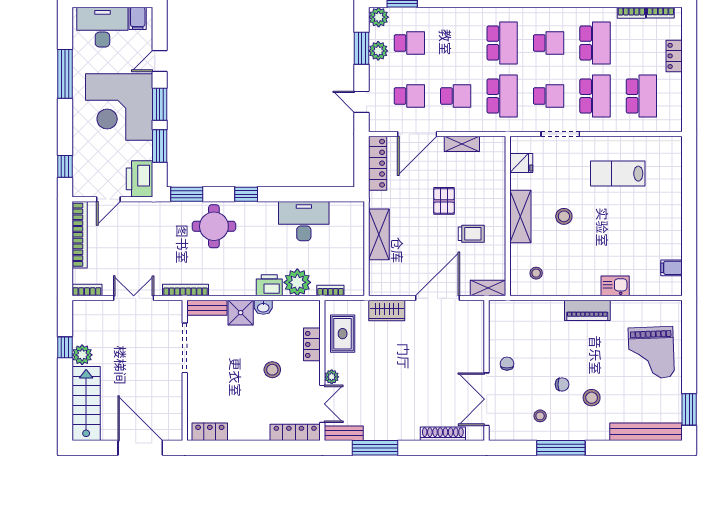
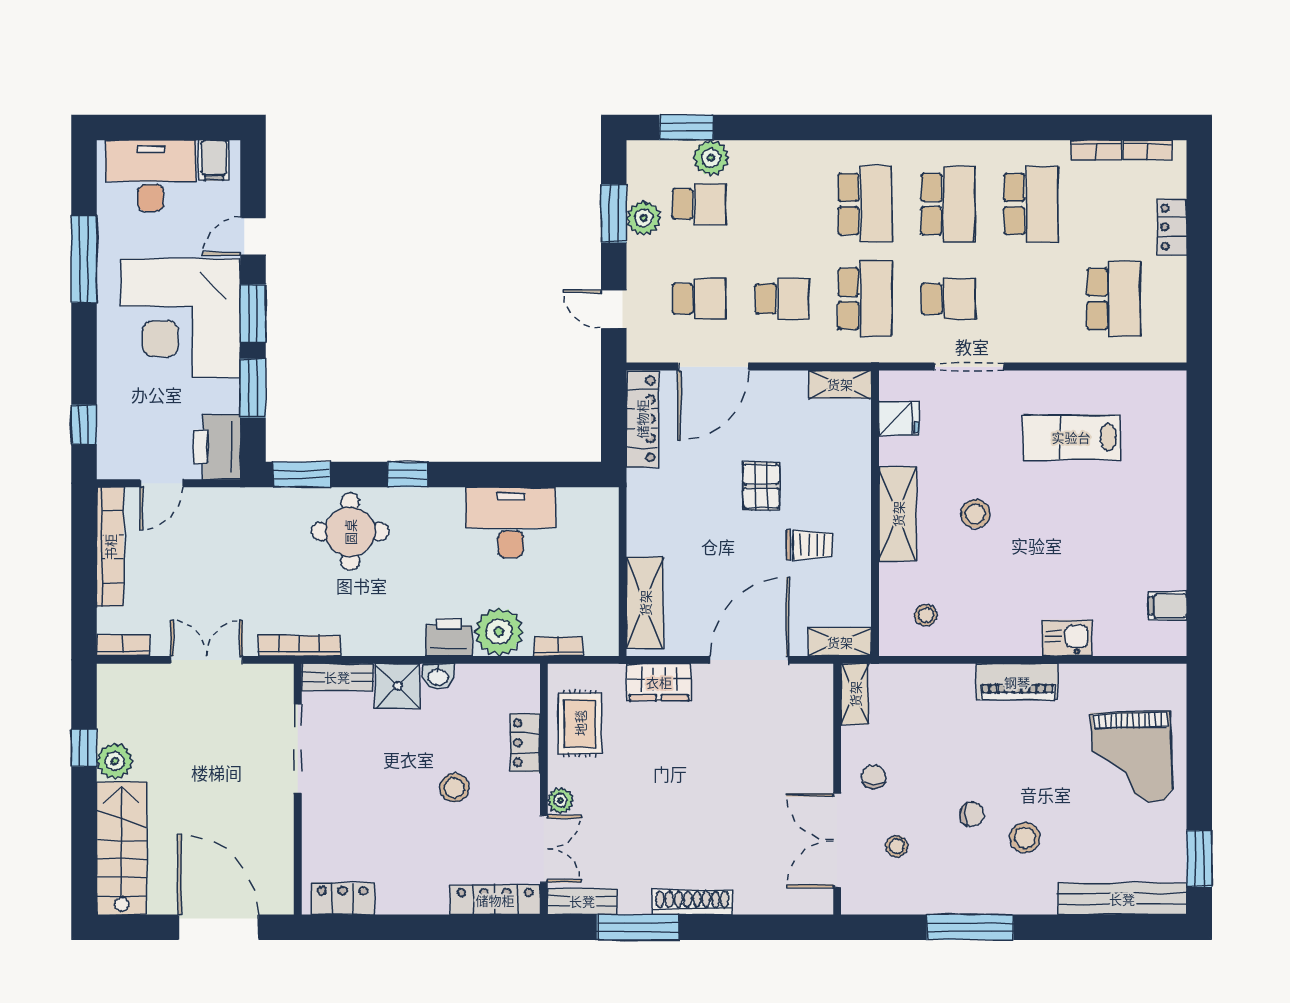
plant: (379, 17) -> (711, 158), moved
school desk: (549, 43) -> (948, 204), width x1.85
school desk: (595, 96) -> (1031, 299), removed
shelving: (462, 144) -> (840, 384), moved
shelving: (379, 234) -> (645, 603), moved
shelving: (496, 317) -> (855, 694), added
stool: (540, 416) -> (897, 846), moved
shoe rack: (443, 434) -> (692, 902), moved

